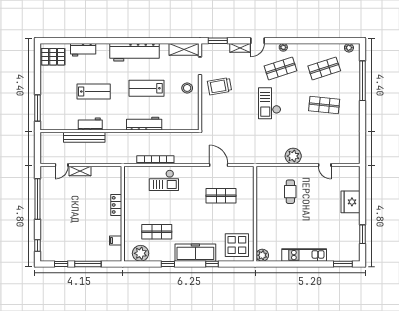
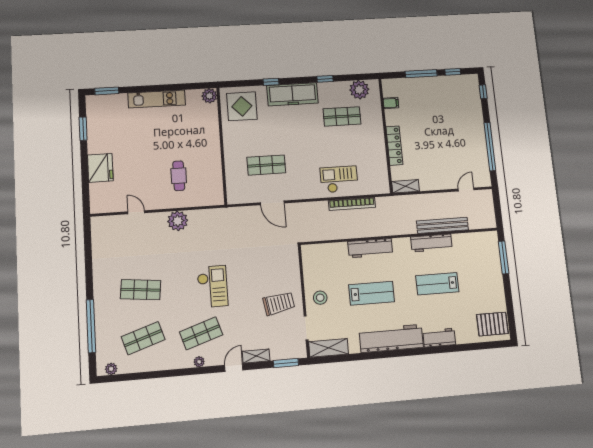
workbench: (83, 50) -> (439, 338), moved
workbench: (90, 124) -> (431, 243), width x1.38
shelving: (80, 171) -> (405, 186), moved
locker: (116, 205) -> (394, 146), width x1.53

